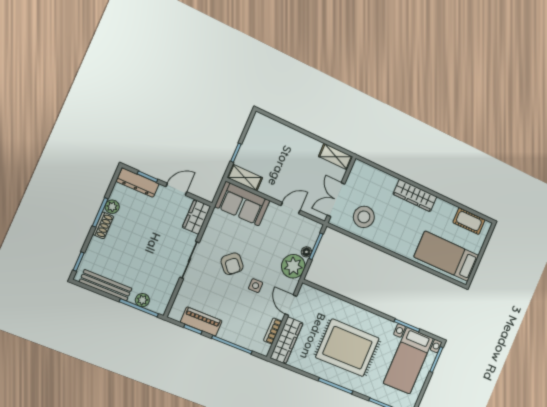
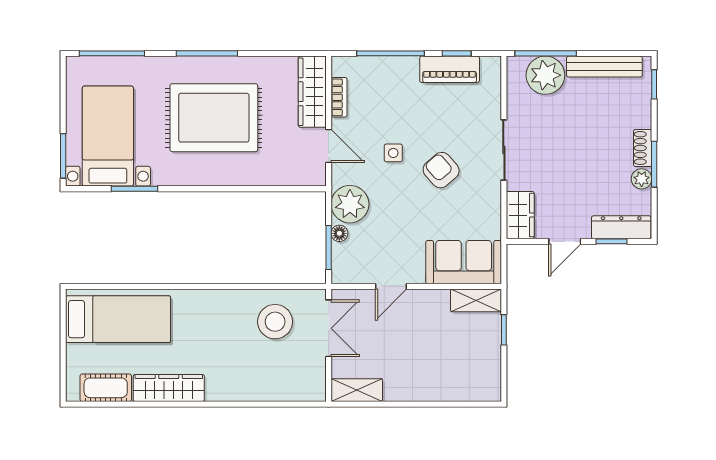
wardrobe: (415, 195) -> (169, 388), moved
plant: (142, 300) -> (545, 75), width x1.87, depth x1.87

